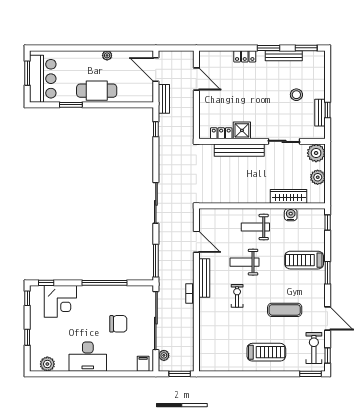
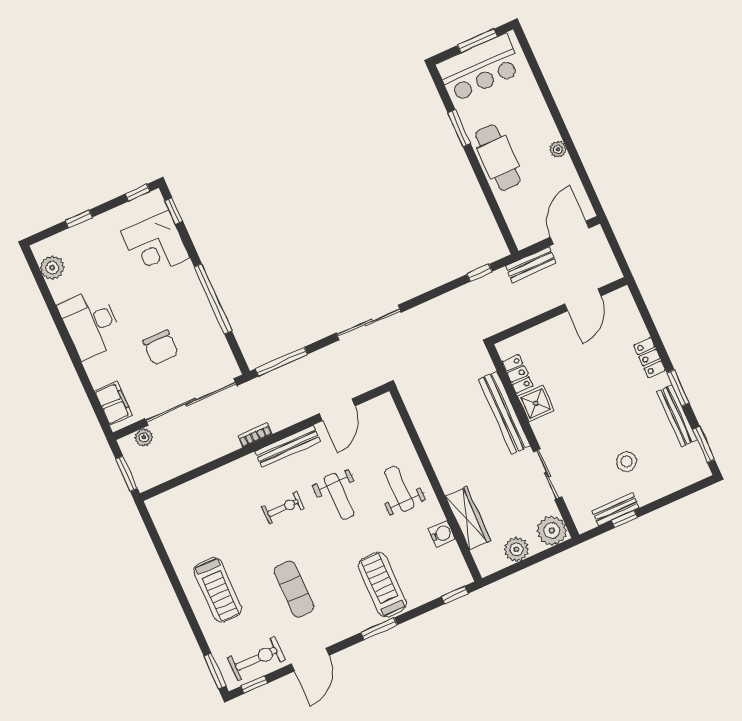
weight bench: (244, 262) -> (339, 496), turned 180
filing cabinet: (143, 364) -> (113, 403), width x2.00

